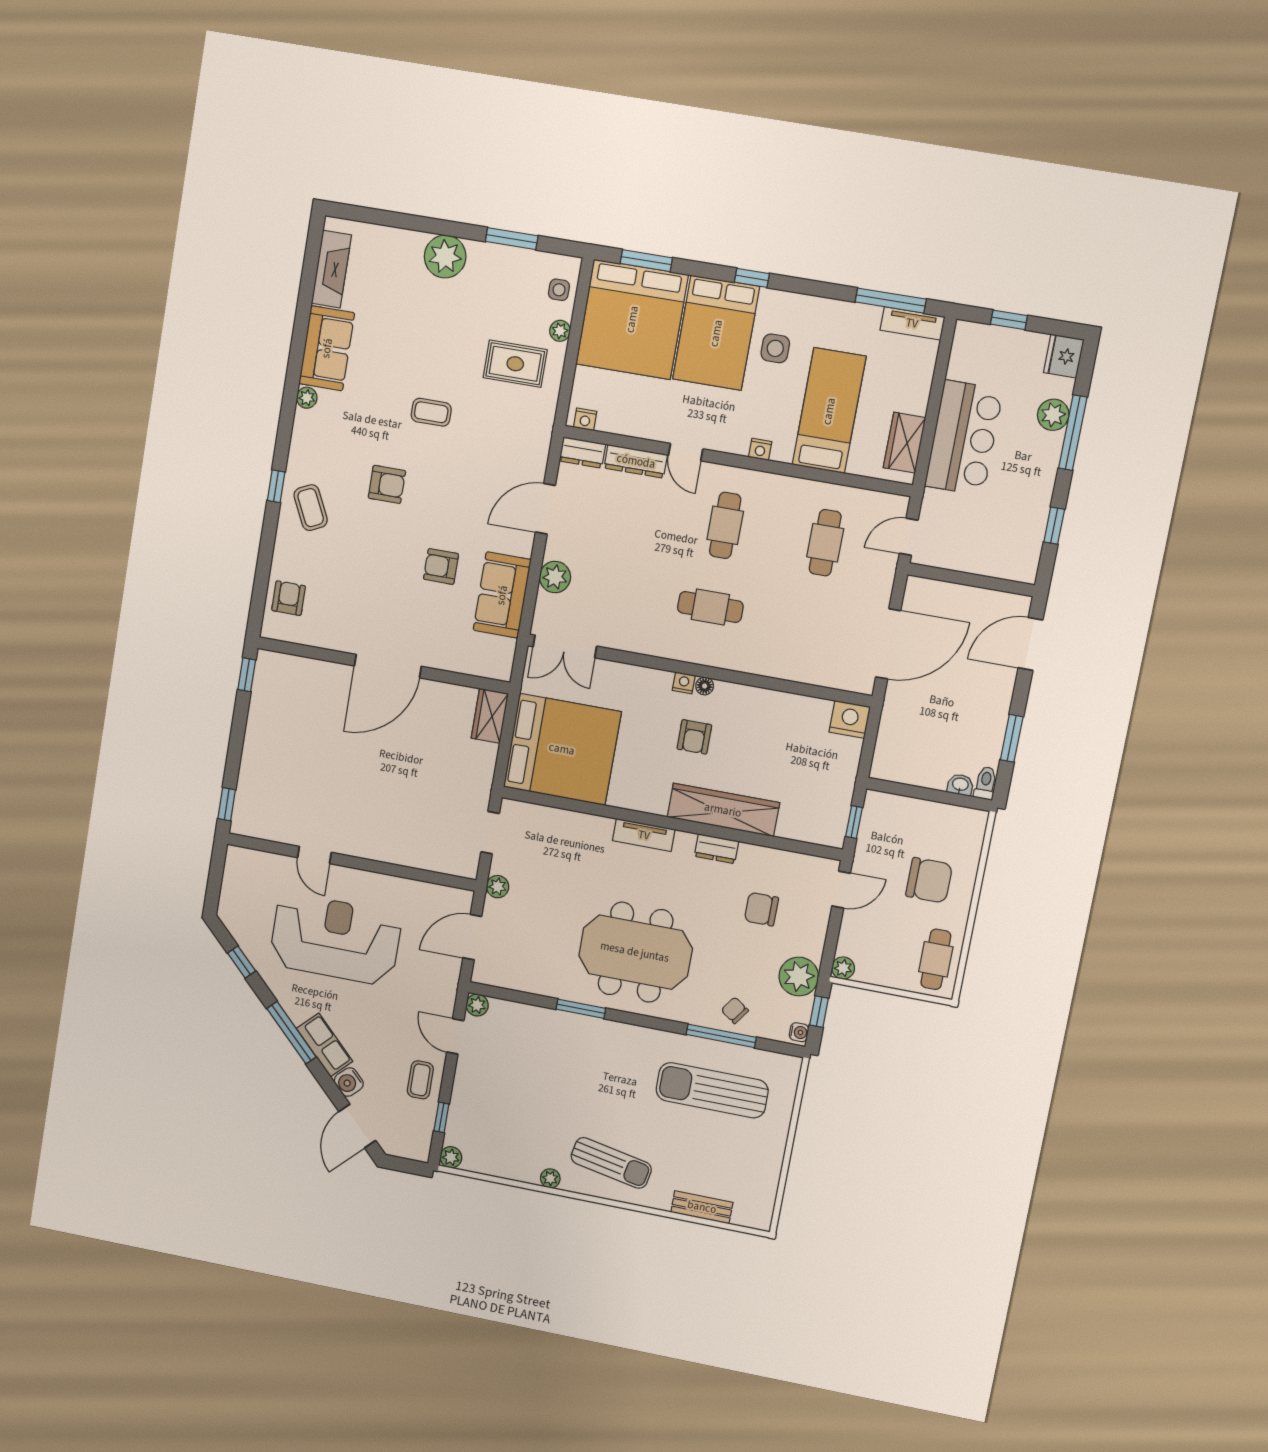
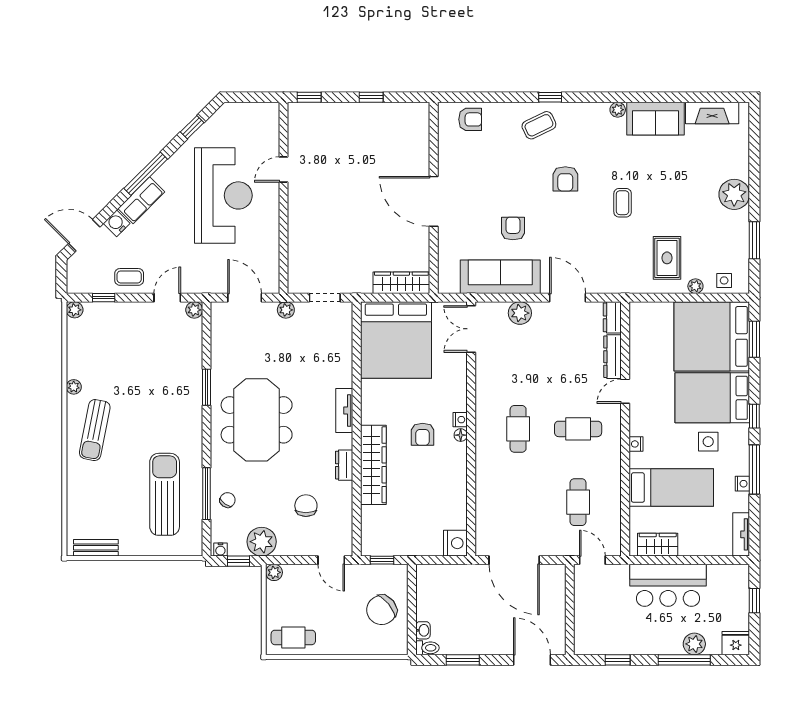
window: (891, 301) -> (754, 469), moved
nightstand: (585, 419) -> (742, 484), moved, turned 180
cafe table: (825, 543) -> (578, 502), turned 90
sofa: (502, 595) -> (500, 277), width x1.36
window: (247, 675) -> (371, 97), moved
wardrobe: (490, 716) -> (401, 283), width x1.50
armchair: (694, 737) -> (423, 434), turned -90
chair: (929, 880) -> (382, 610), moved, turned 51
bench: (702, 1207) -> (96, 548), moved, turned 90

